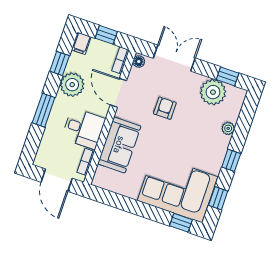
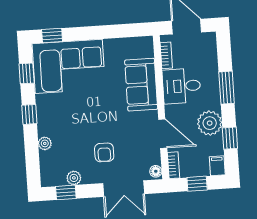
plant: (213, 92) -> (74, 178), width x0.53, depth x0.53
armchair: (165, 108) -> (104, 152), moved

